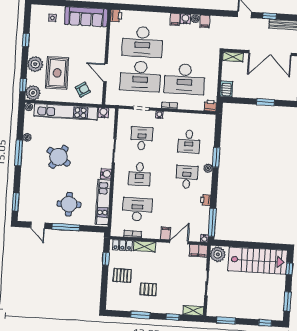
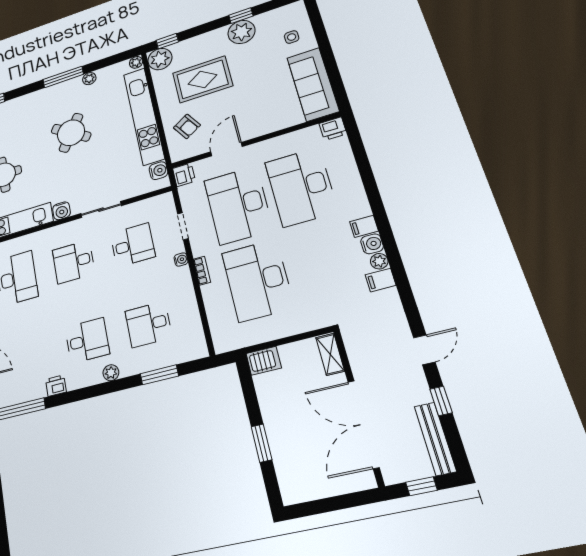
plant: (35, 64) -> (241, 32), moved
printer: (210, 106) -> (184, 175), moved
window: (216, 157) -> (159, 375), moved

